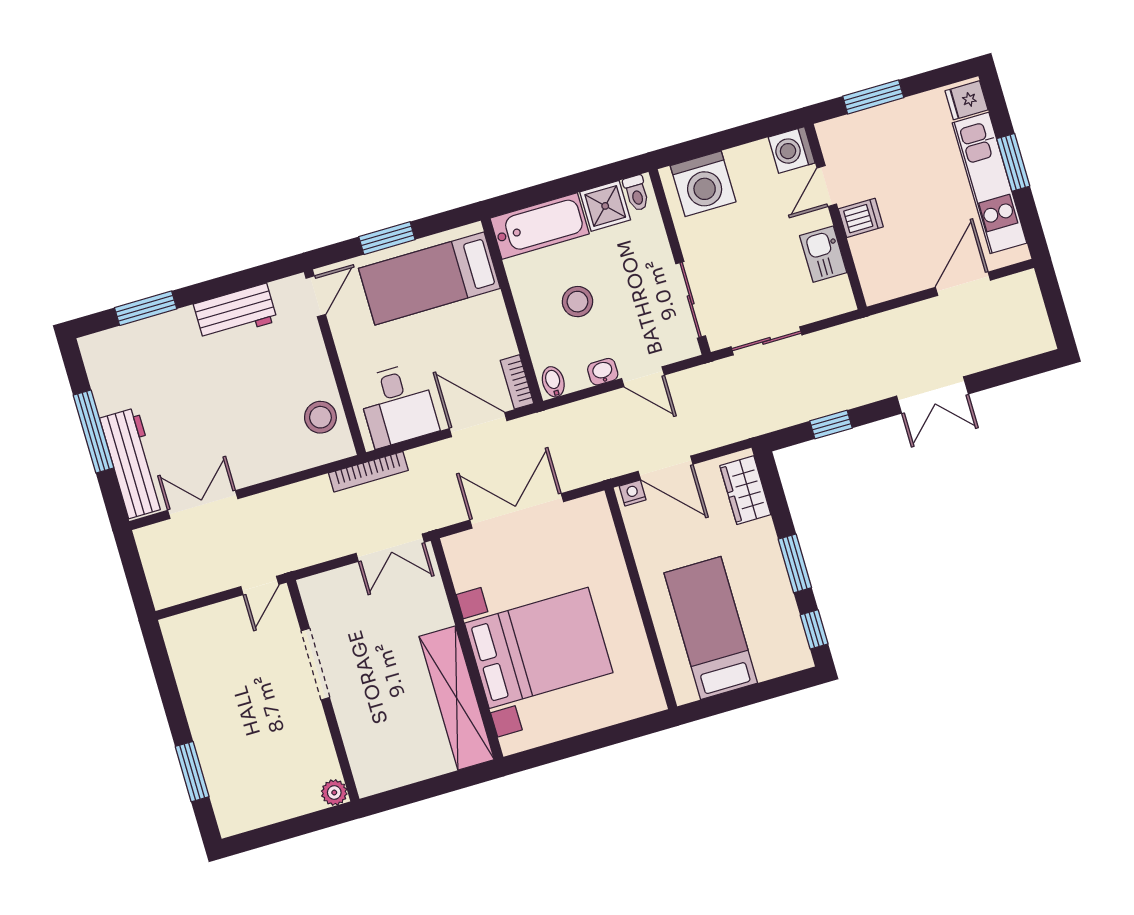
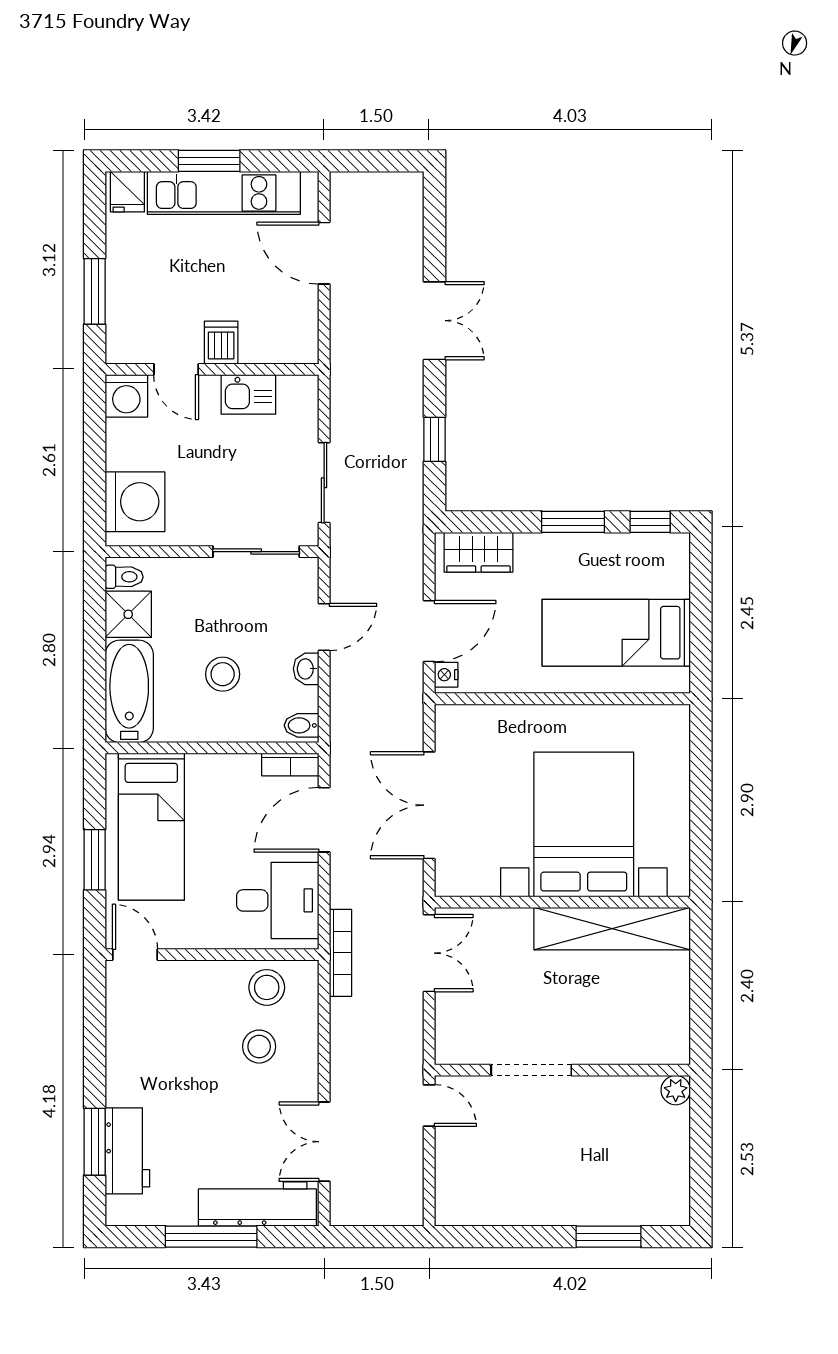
workbench: (235, 313) -> (127, 1151), moved
stool: (268, 425) -> (259, 1047), added

